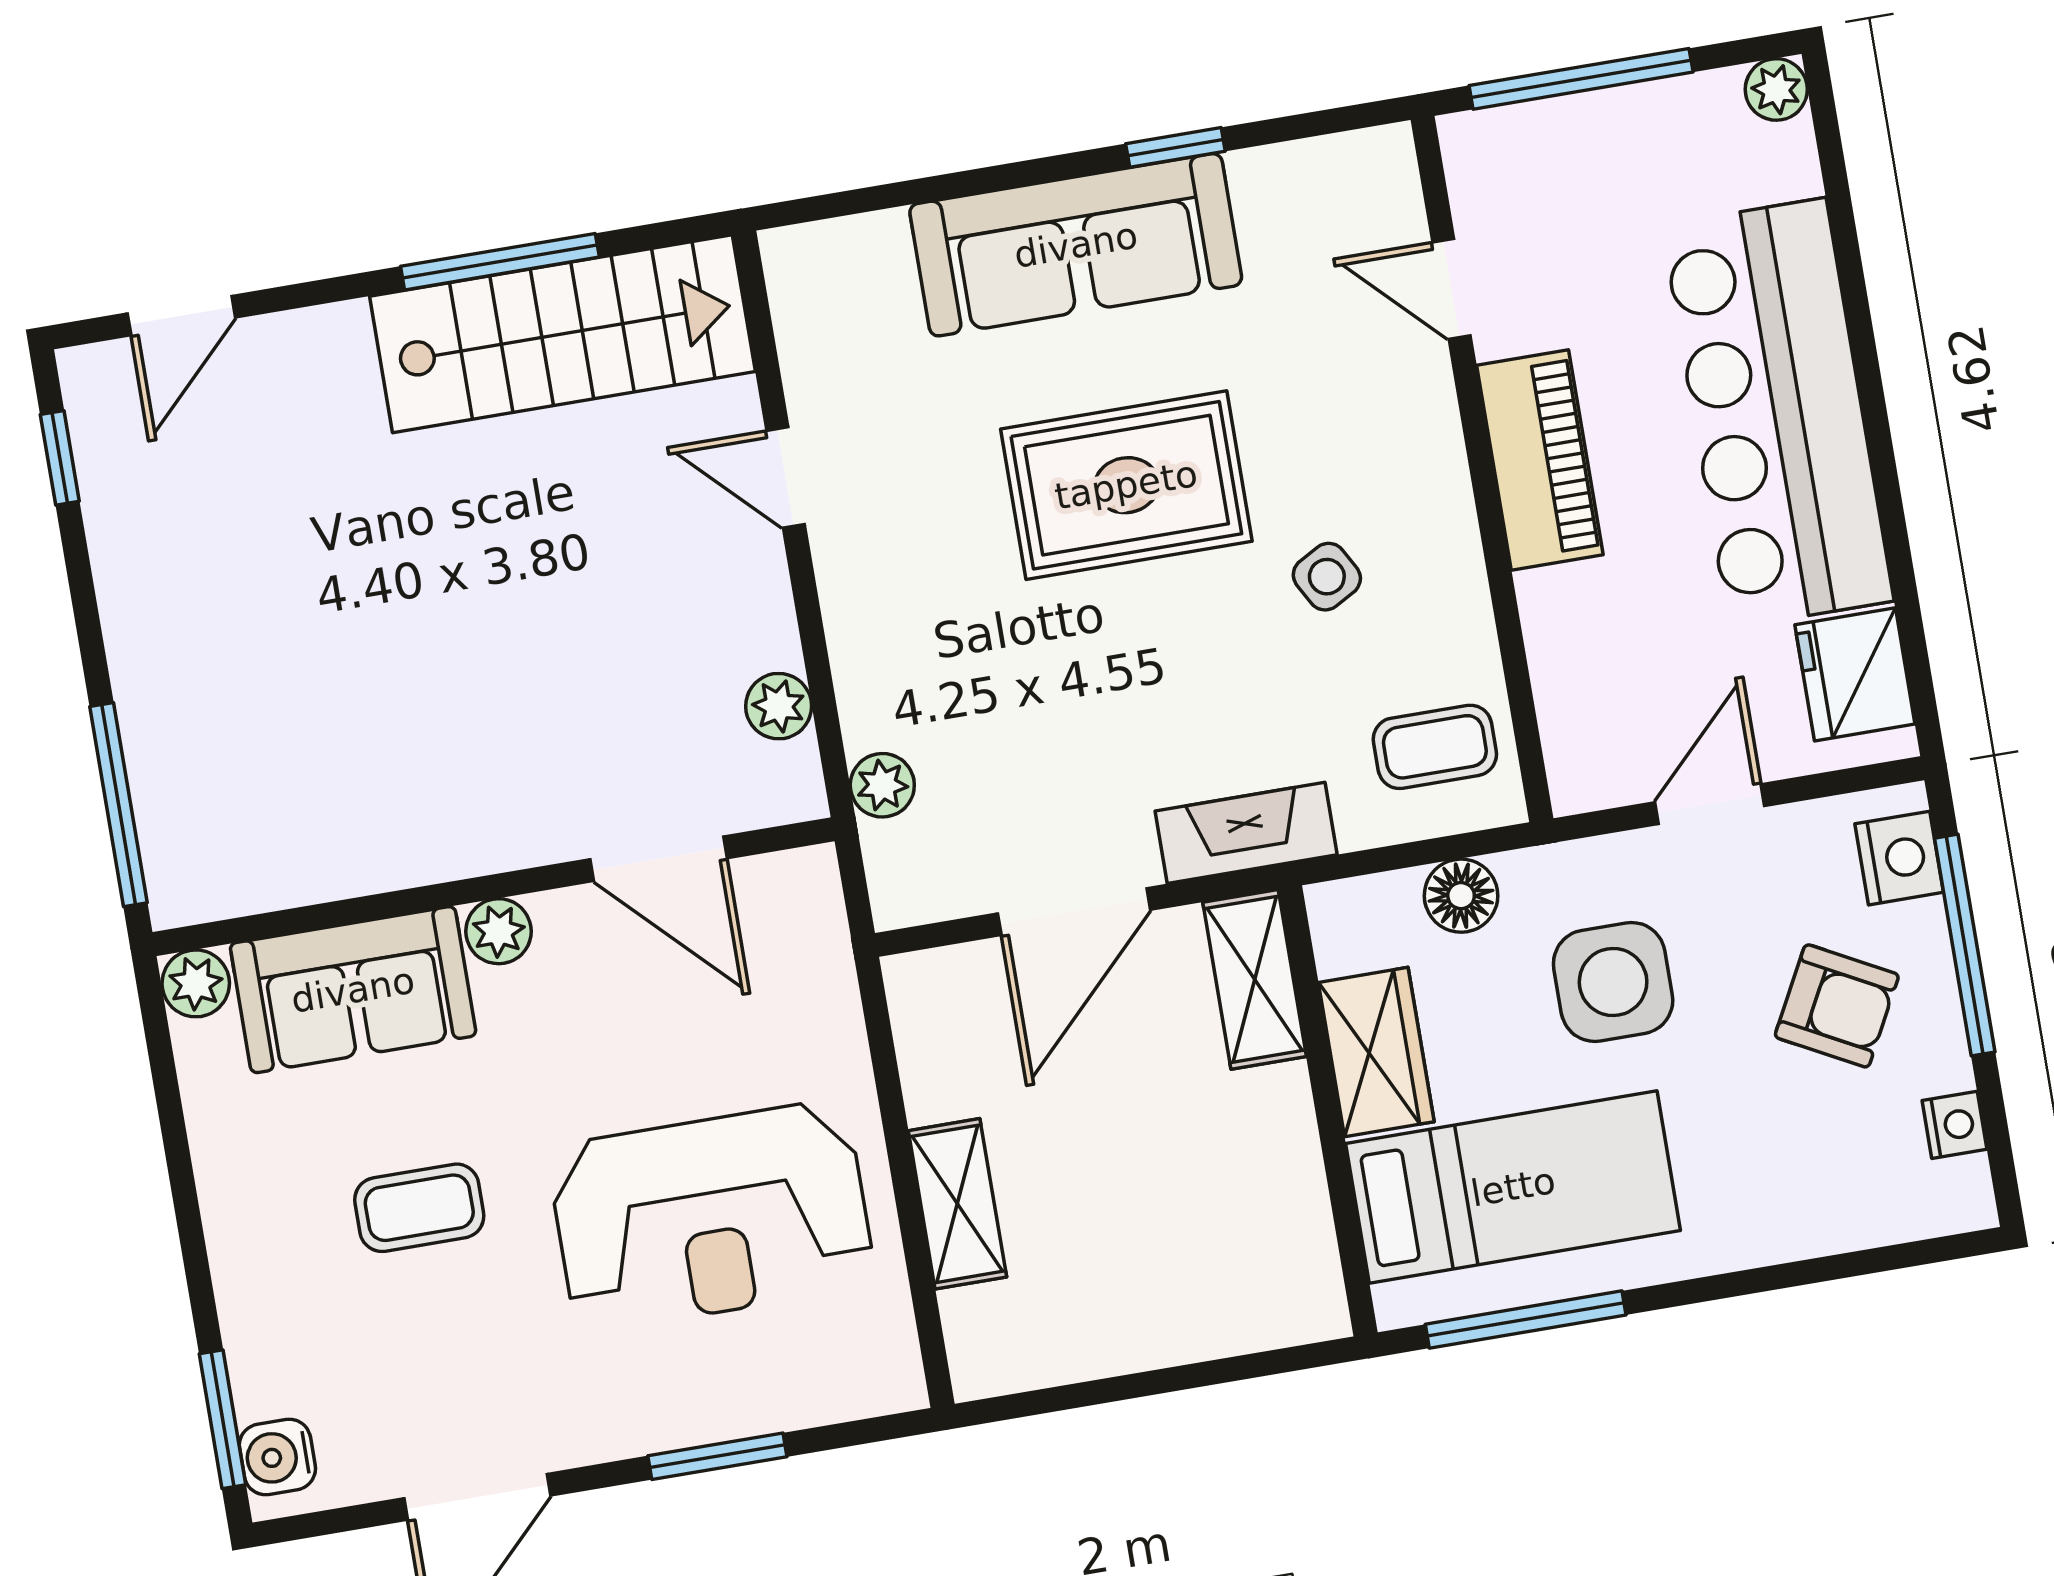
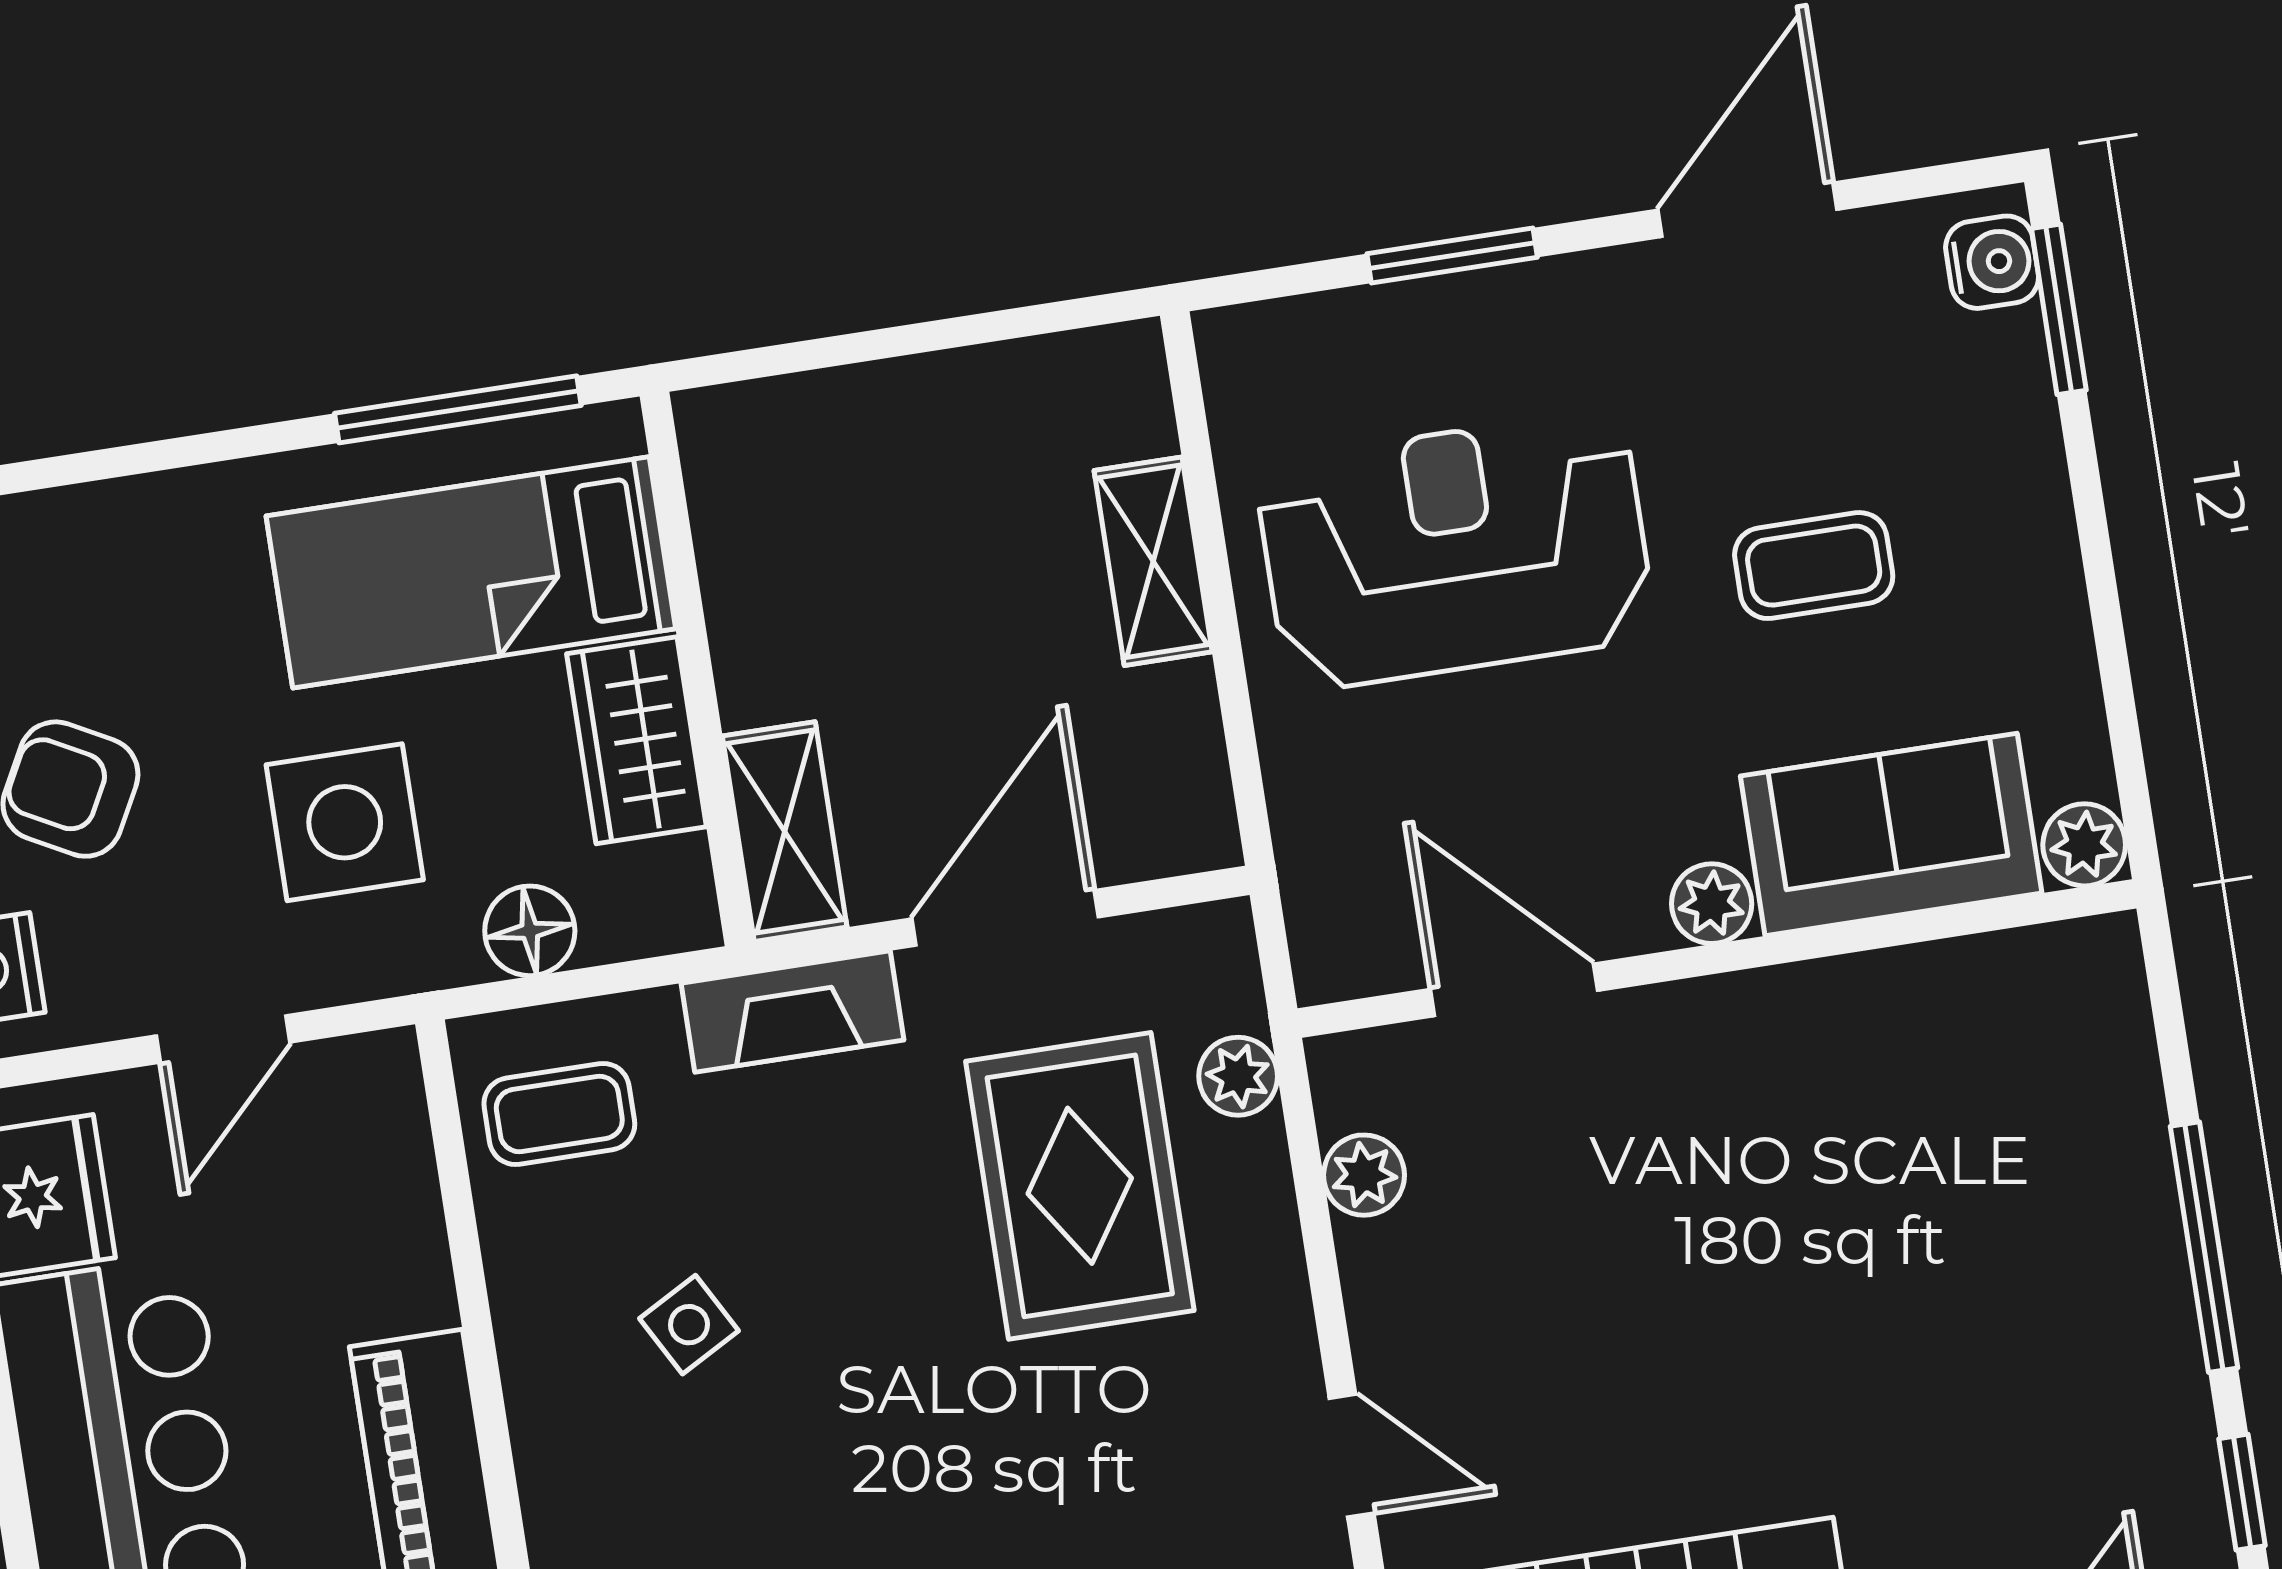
rug: (1126, 485) -> (1080, 1186), moved, turned 90
window: (119, 805) -> (2204, 1247), moved

